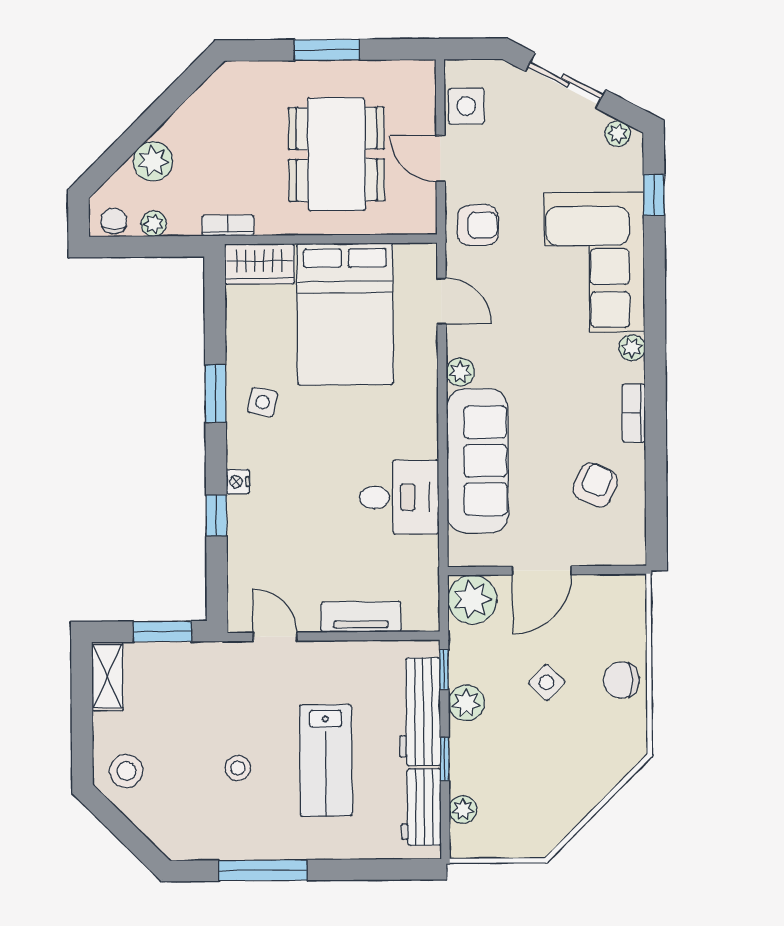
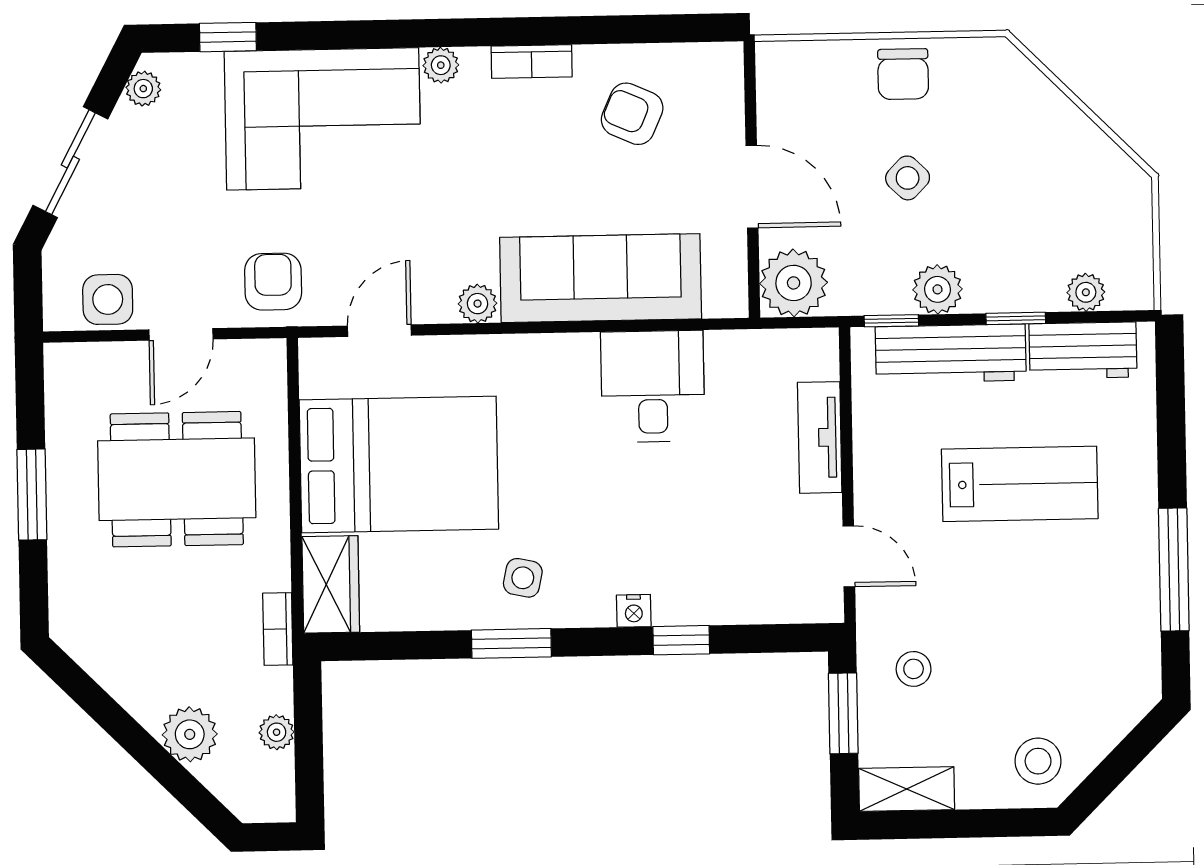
chair: (114, 221) -> (273, 788), removed
door: (275, 637) -> (849, 556), swing flipped
stool: (238, 768) -> (914, 669), moved

